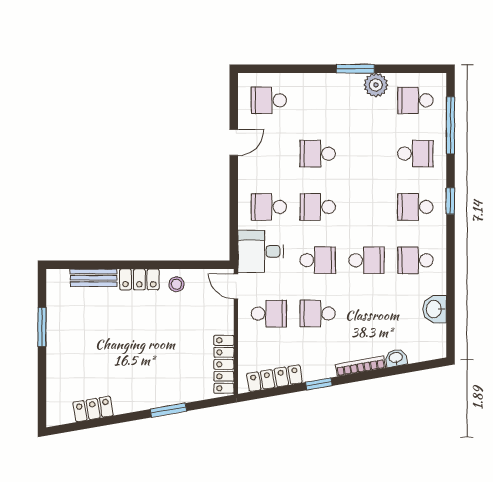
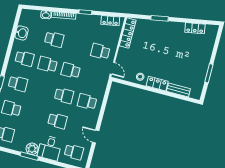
plant: (376, 85) -> (32, 149), moved
door: (234, 142) -> (96, 137), hinge flipped
school desk: (269, 207) -> (87, 102), turned 180
desk: (261, 251) -> (50, 148), moved, turned 90
school desk: (318, 314) -> (54, 39), moved
locker: (274, 378) -> (110, 21), width x0.66

